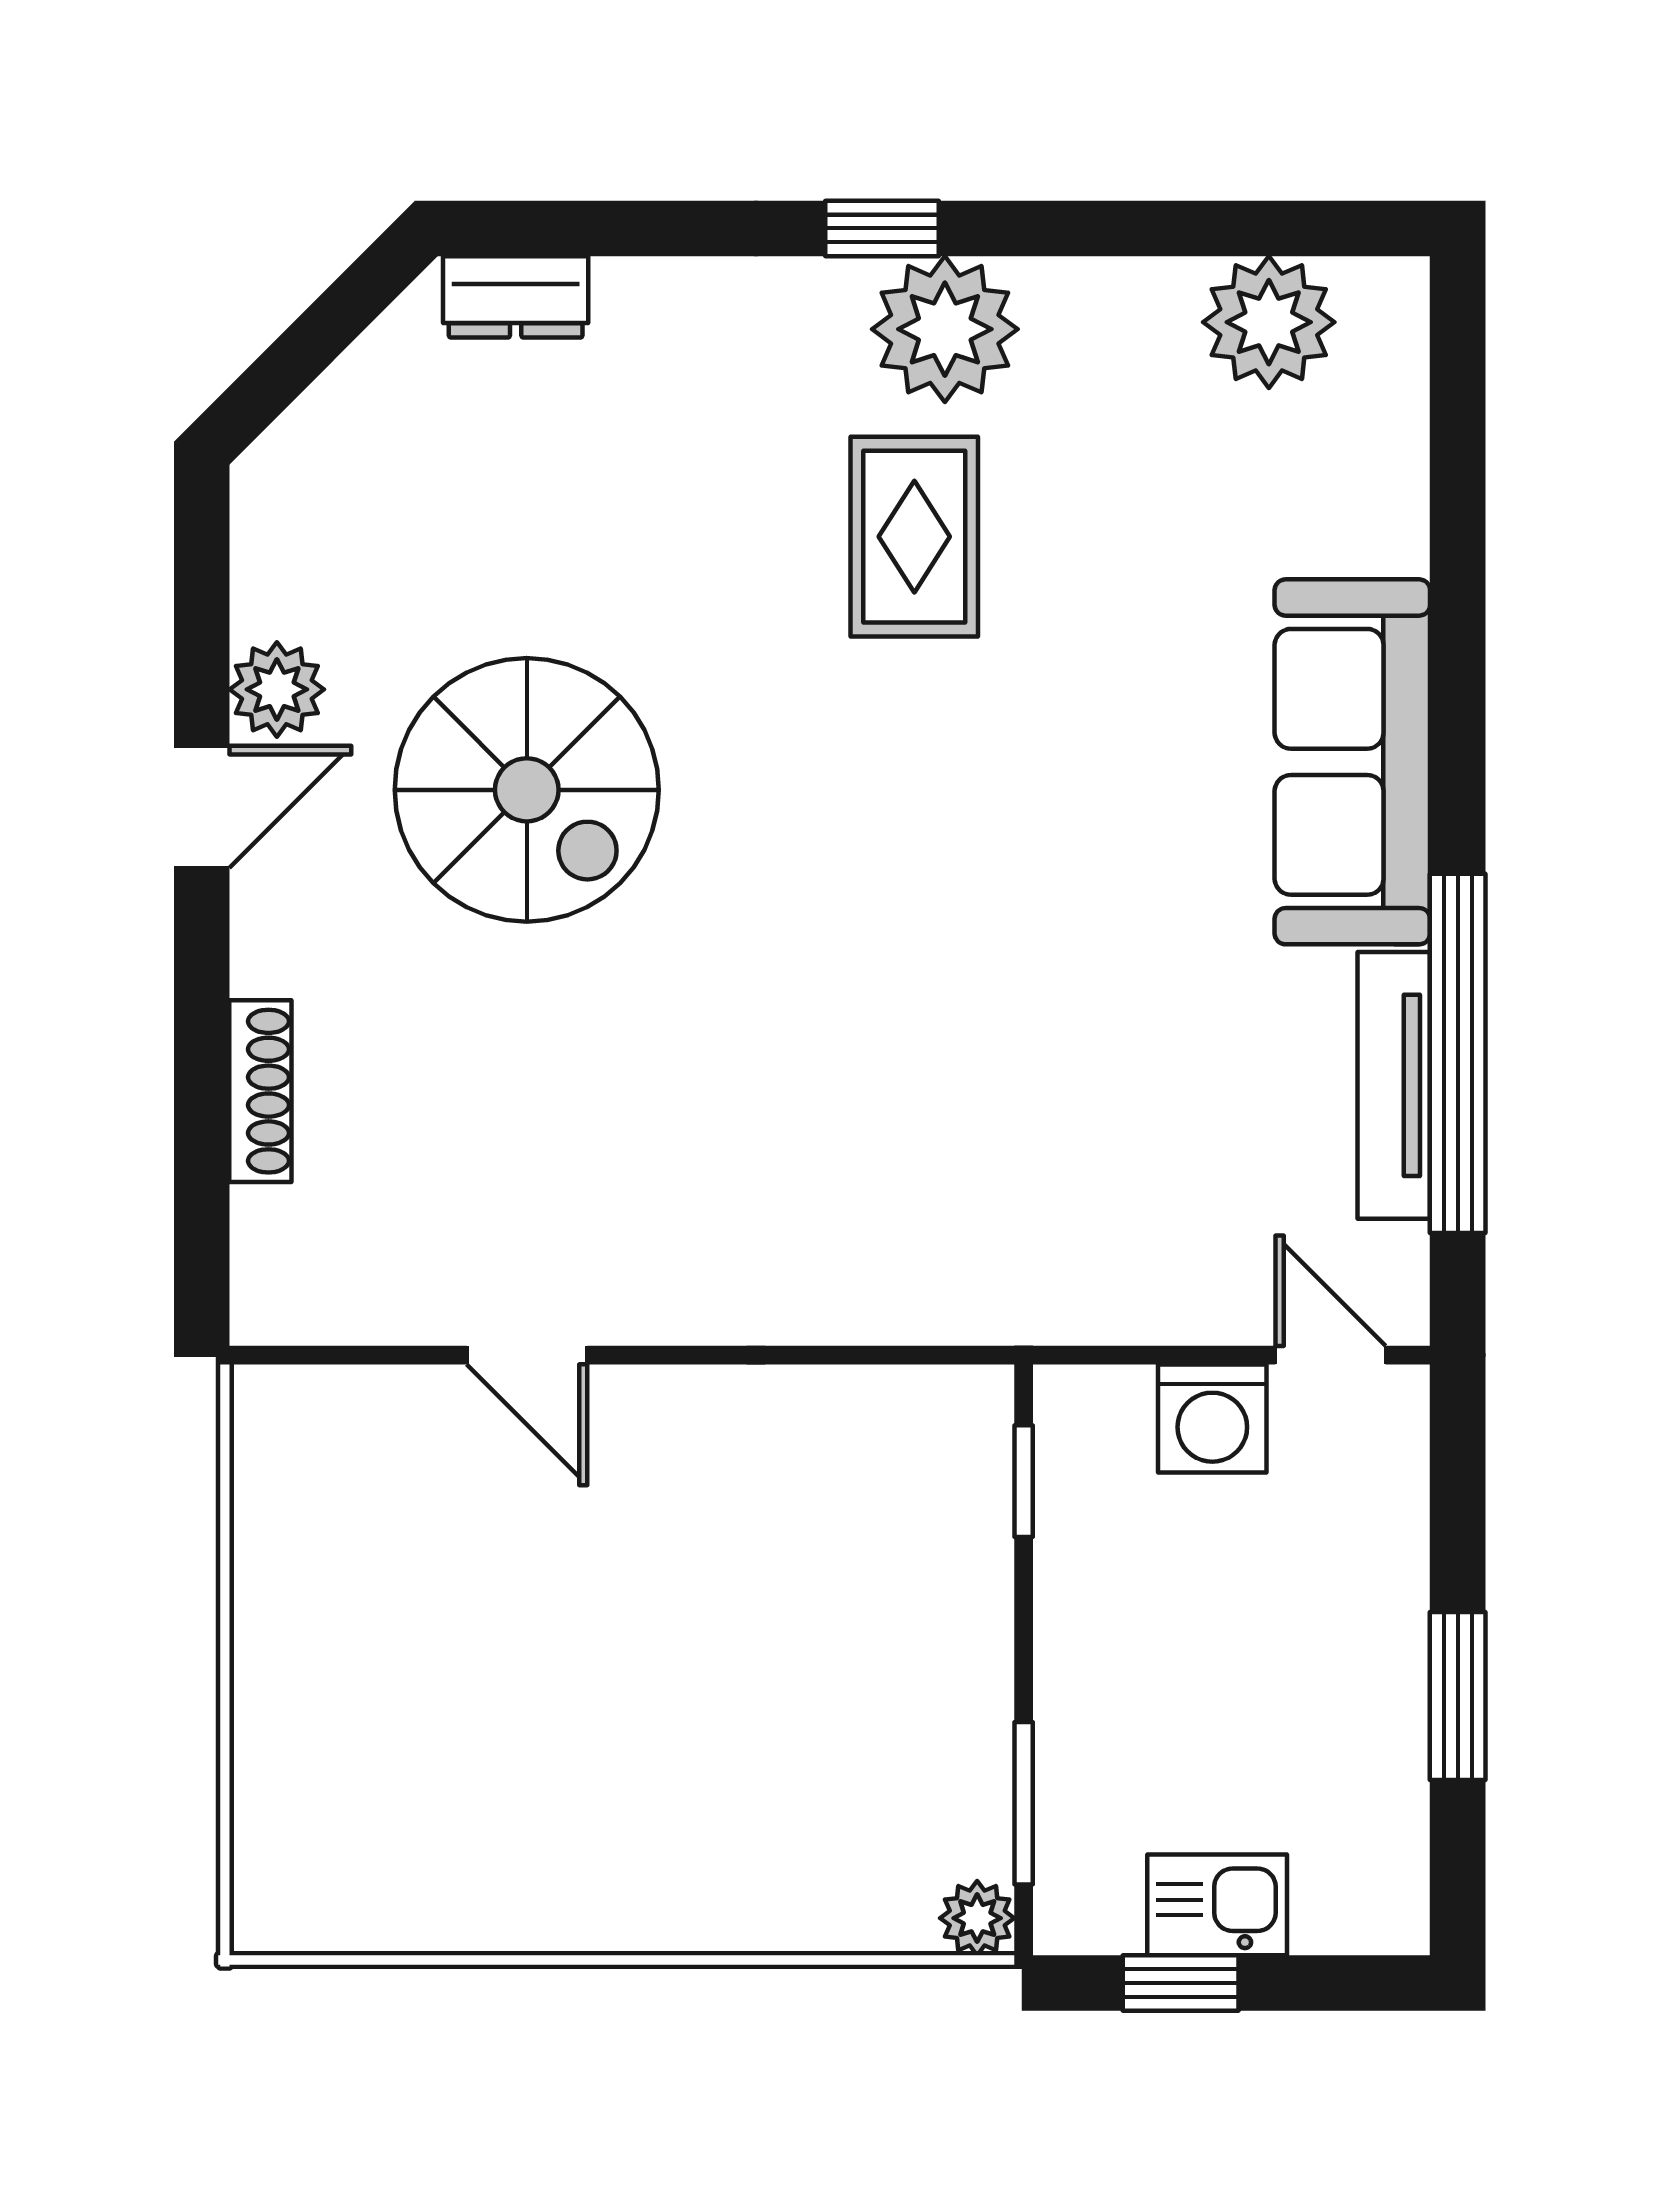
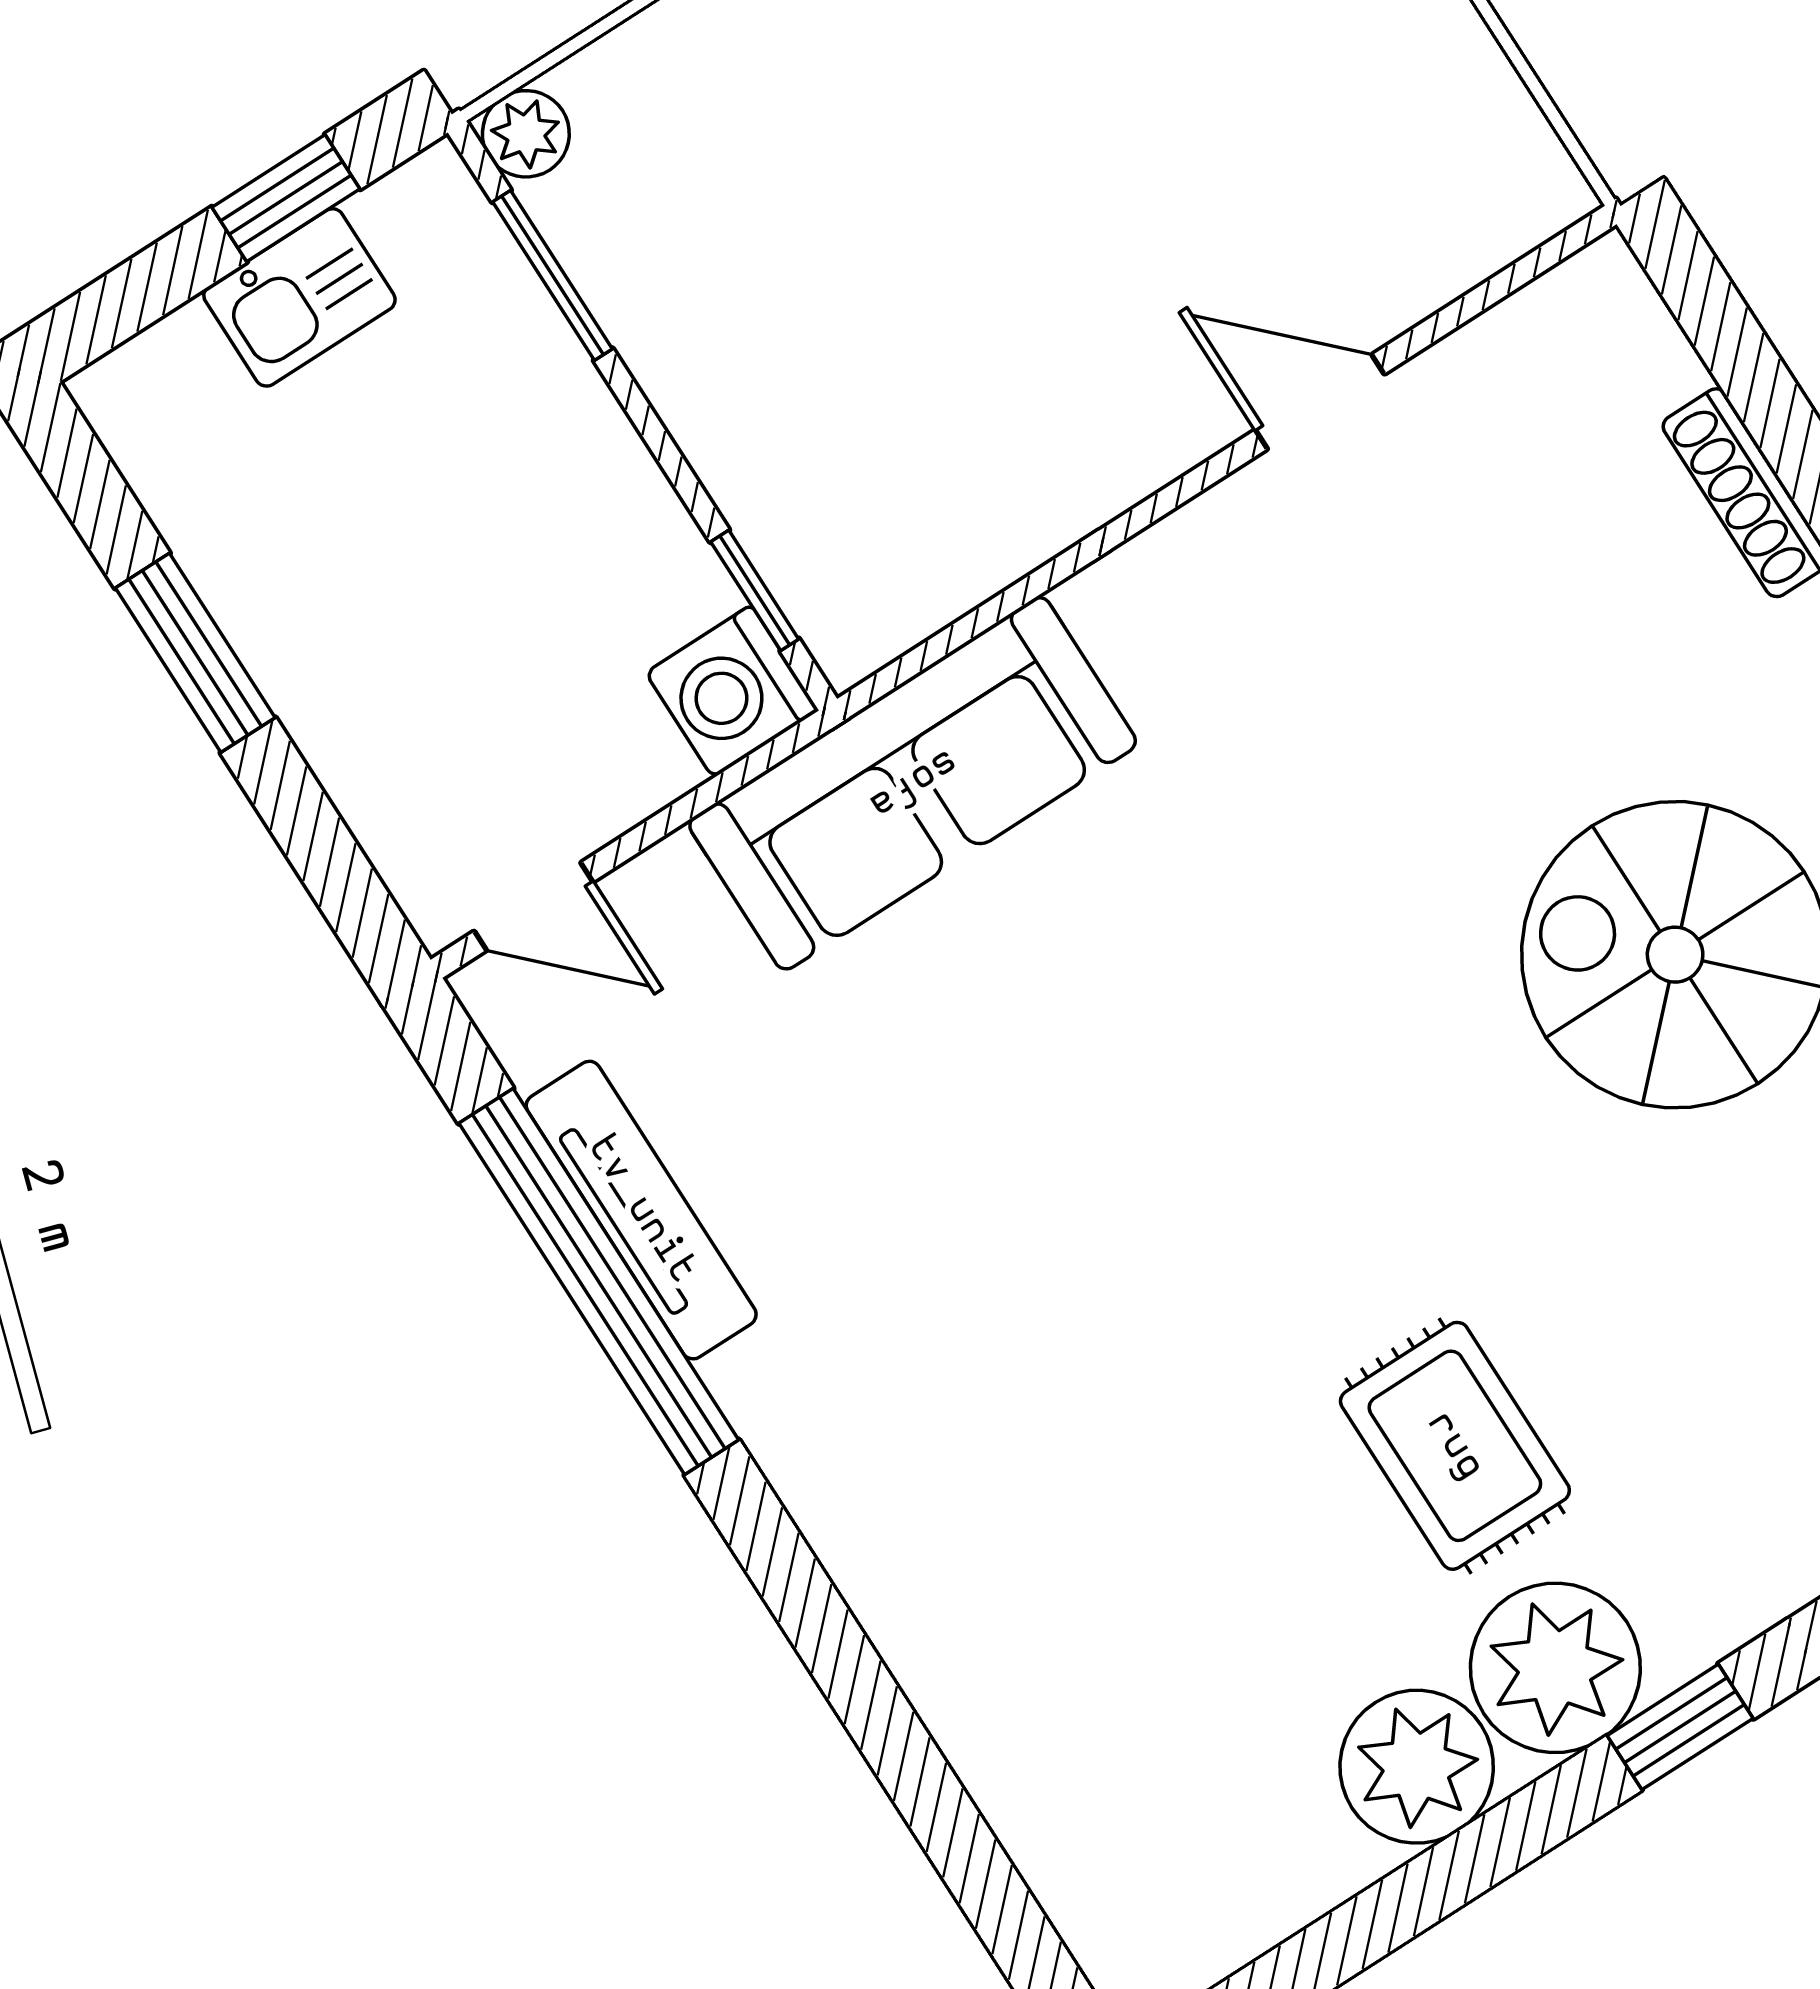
plant: (1269, 322) -> (1417, 1767), moved
sofa: (1352, 762) -> (913, 783), moved, turned 90
washing machine: (1212, 1419) -> (732, 692), moved, turned -90

